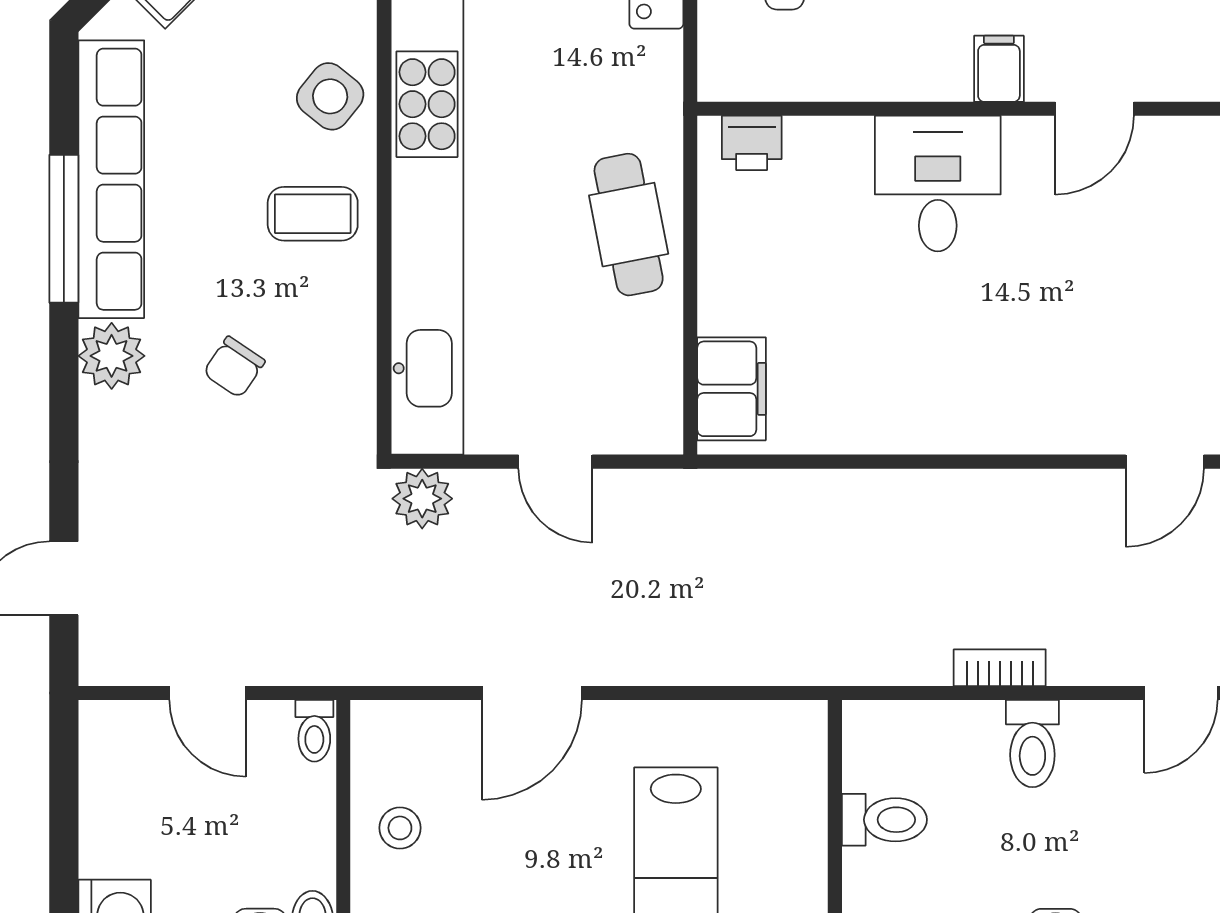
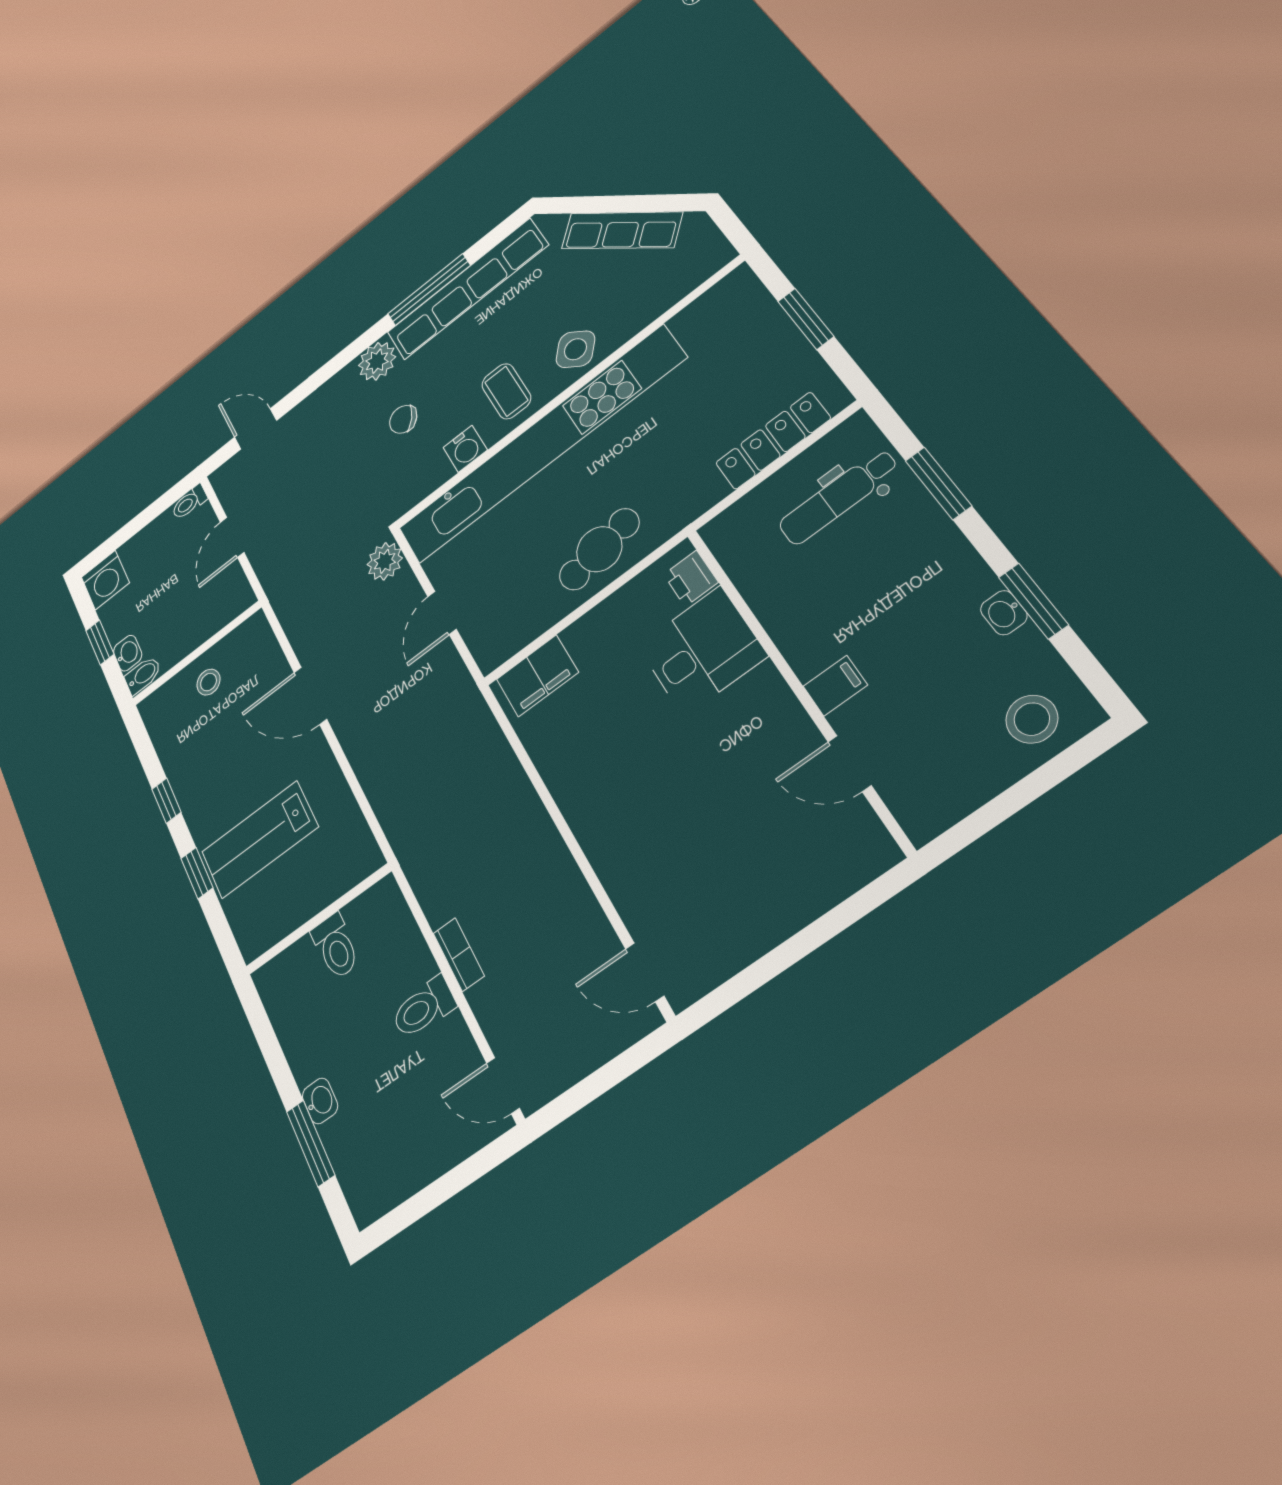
desk: (938, 184) -> (702, 651), moved
water cooler: (350, 310) -> (465, 449), added
toilet: (314, 731) -> (189, 502), moved

